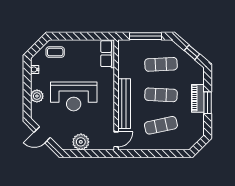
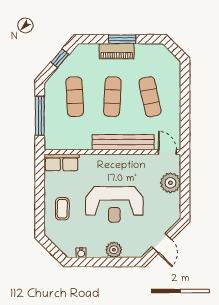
coffee table: (55, 52) -> (62, 209), moved
reception desk: (74, 96) -> (114, 204), turned 90
plant: (81, 142) -> (170, 183), moved

